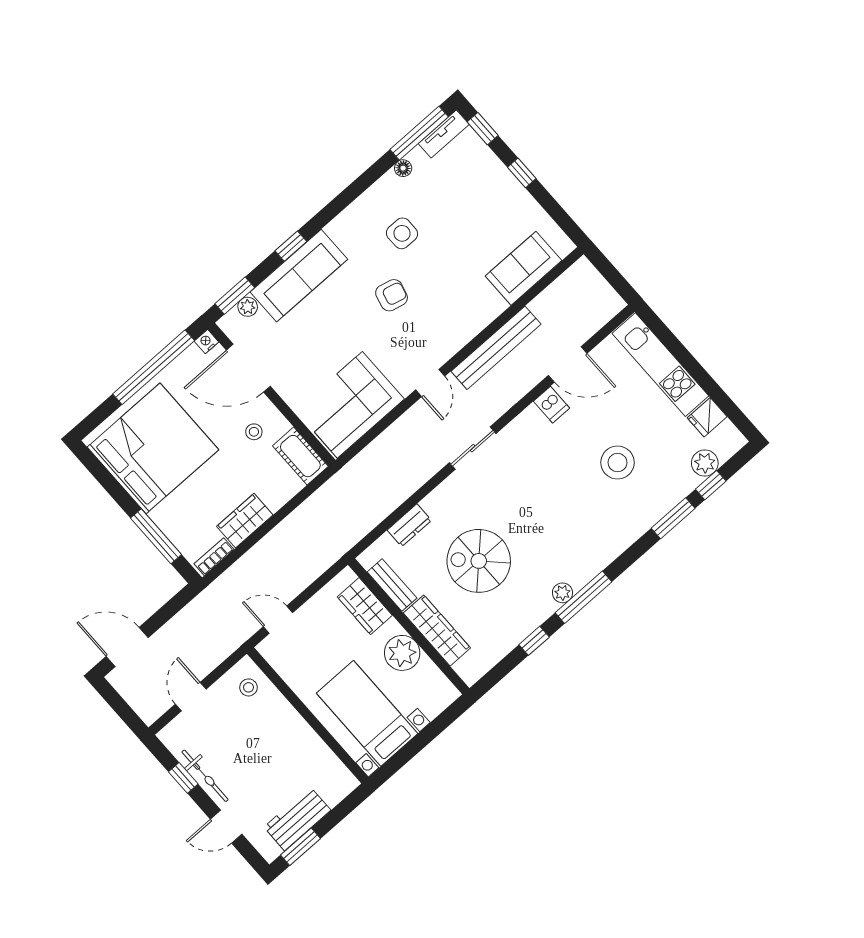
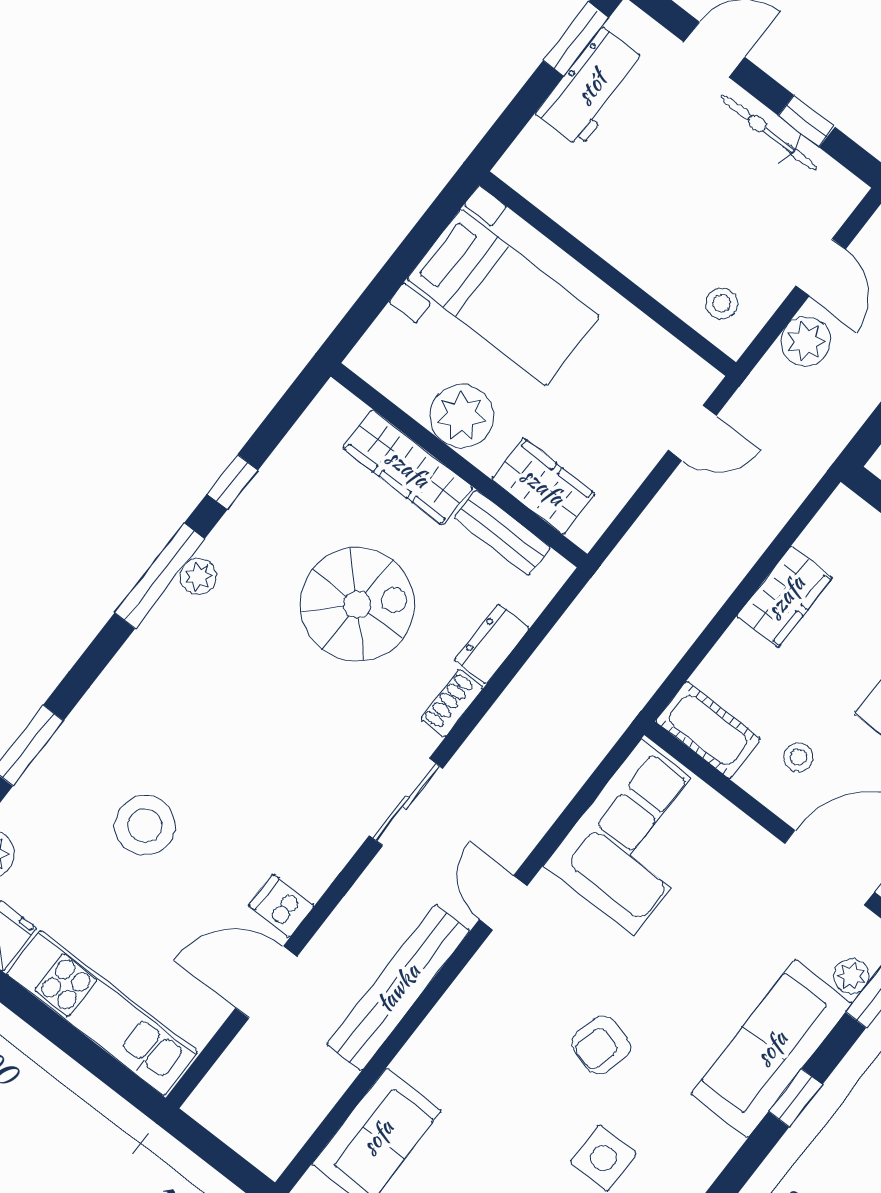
shoe rack: (437, 497) -> (452, 703), added
bookcase: (214, 557) -> (827, 523), removed
plant: (207, 658) -> (806, 341), added

